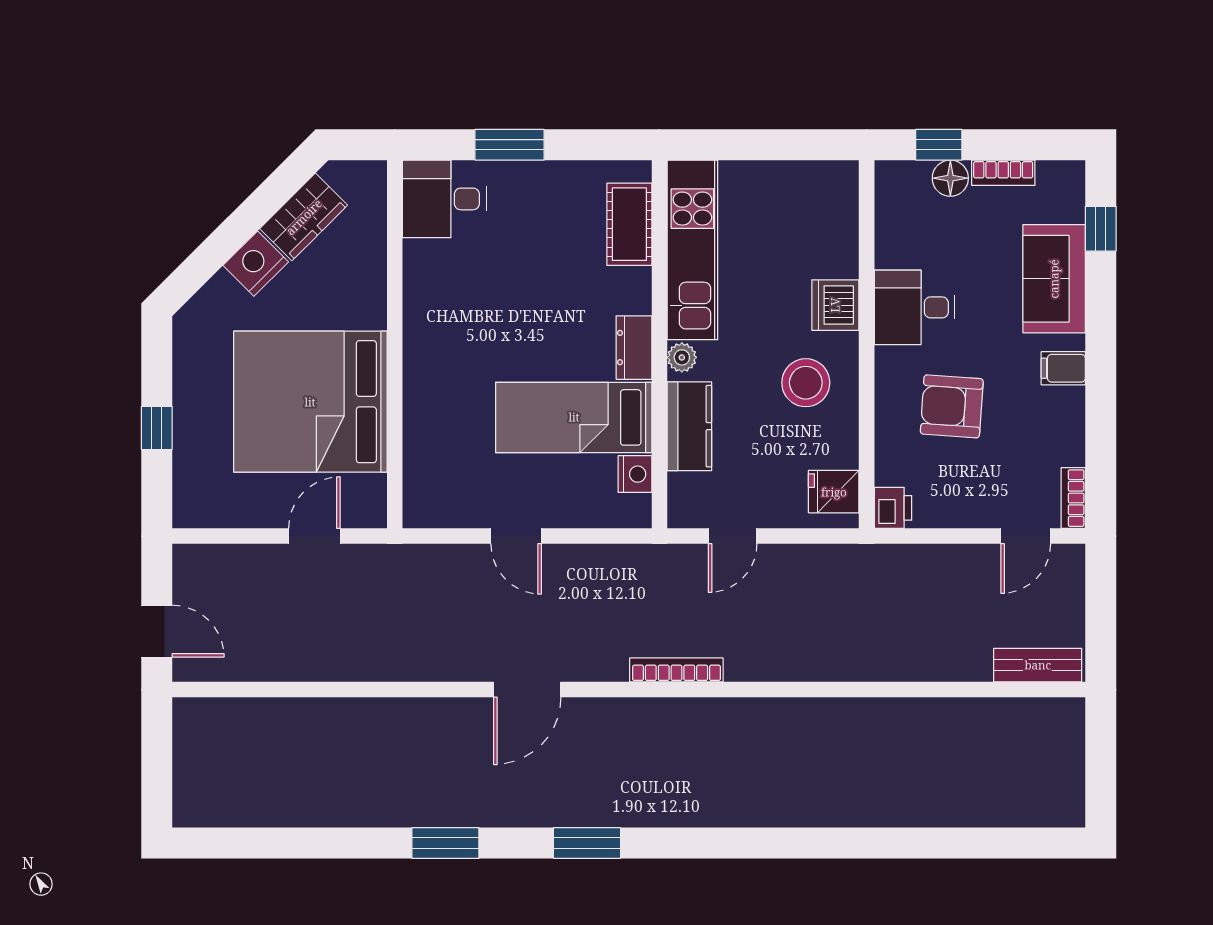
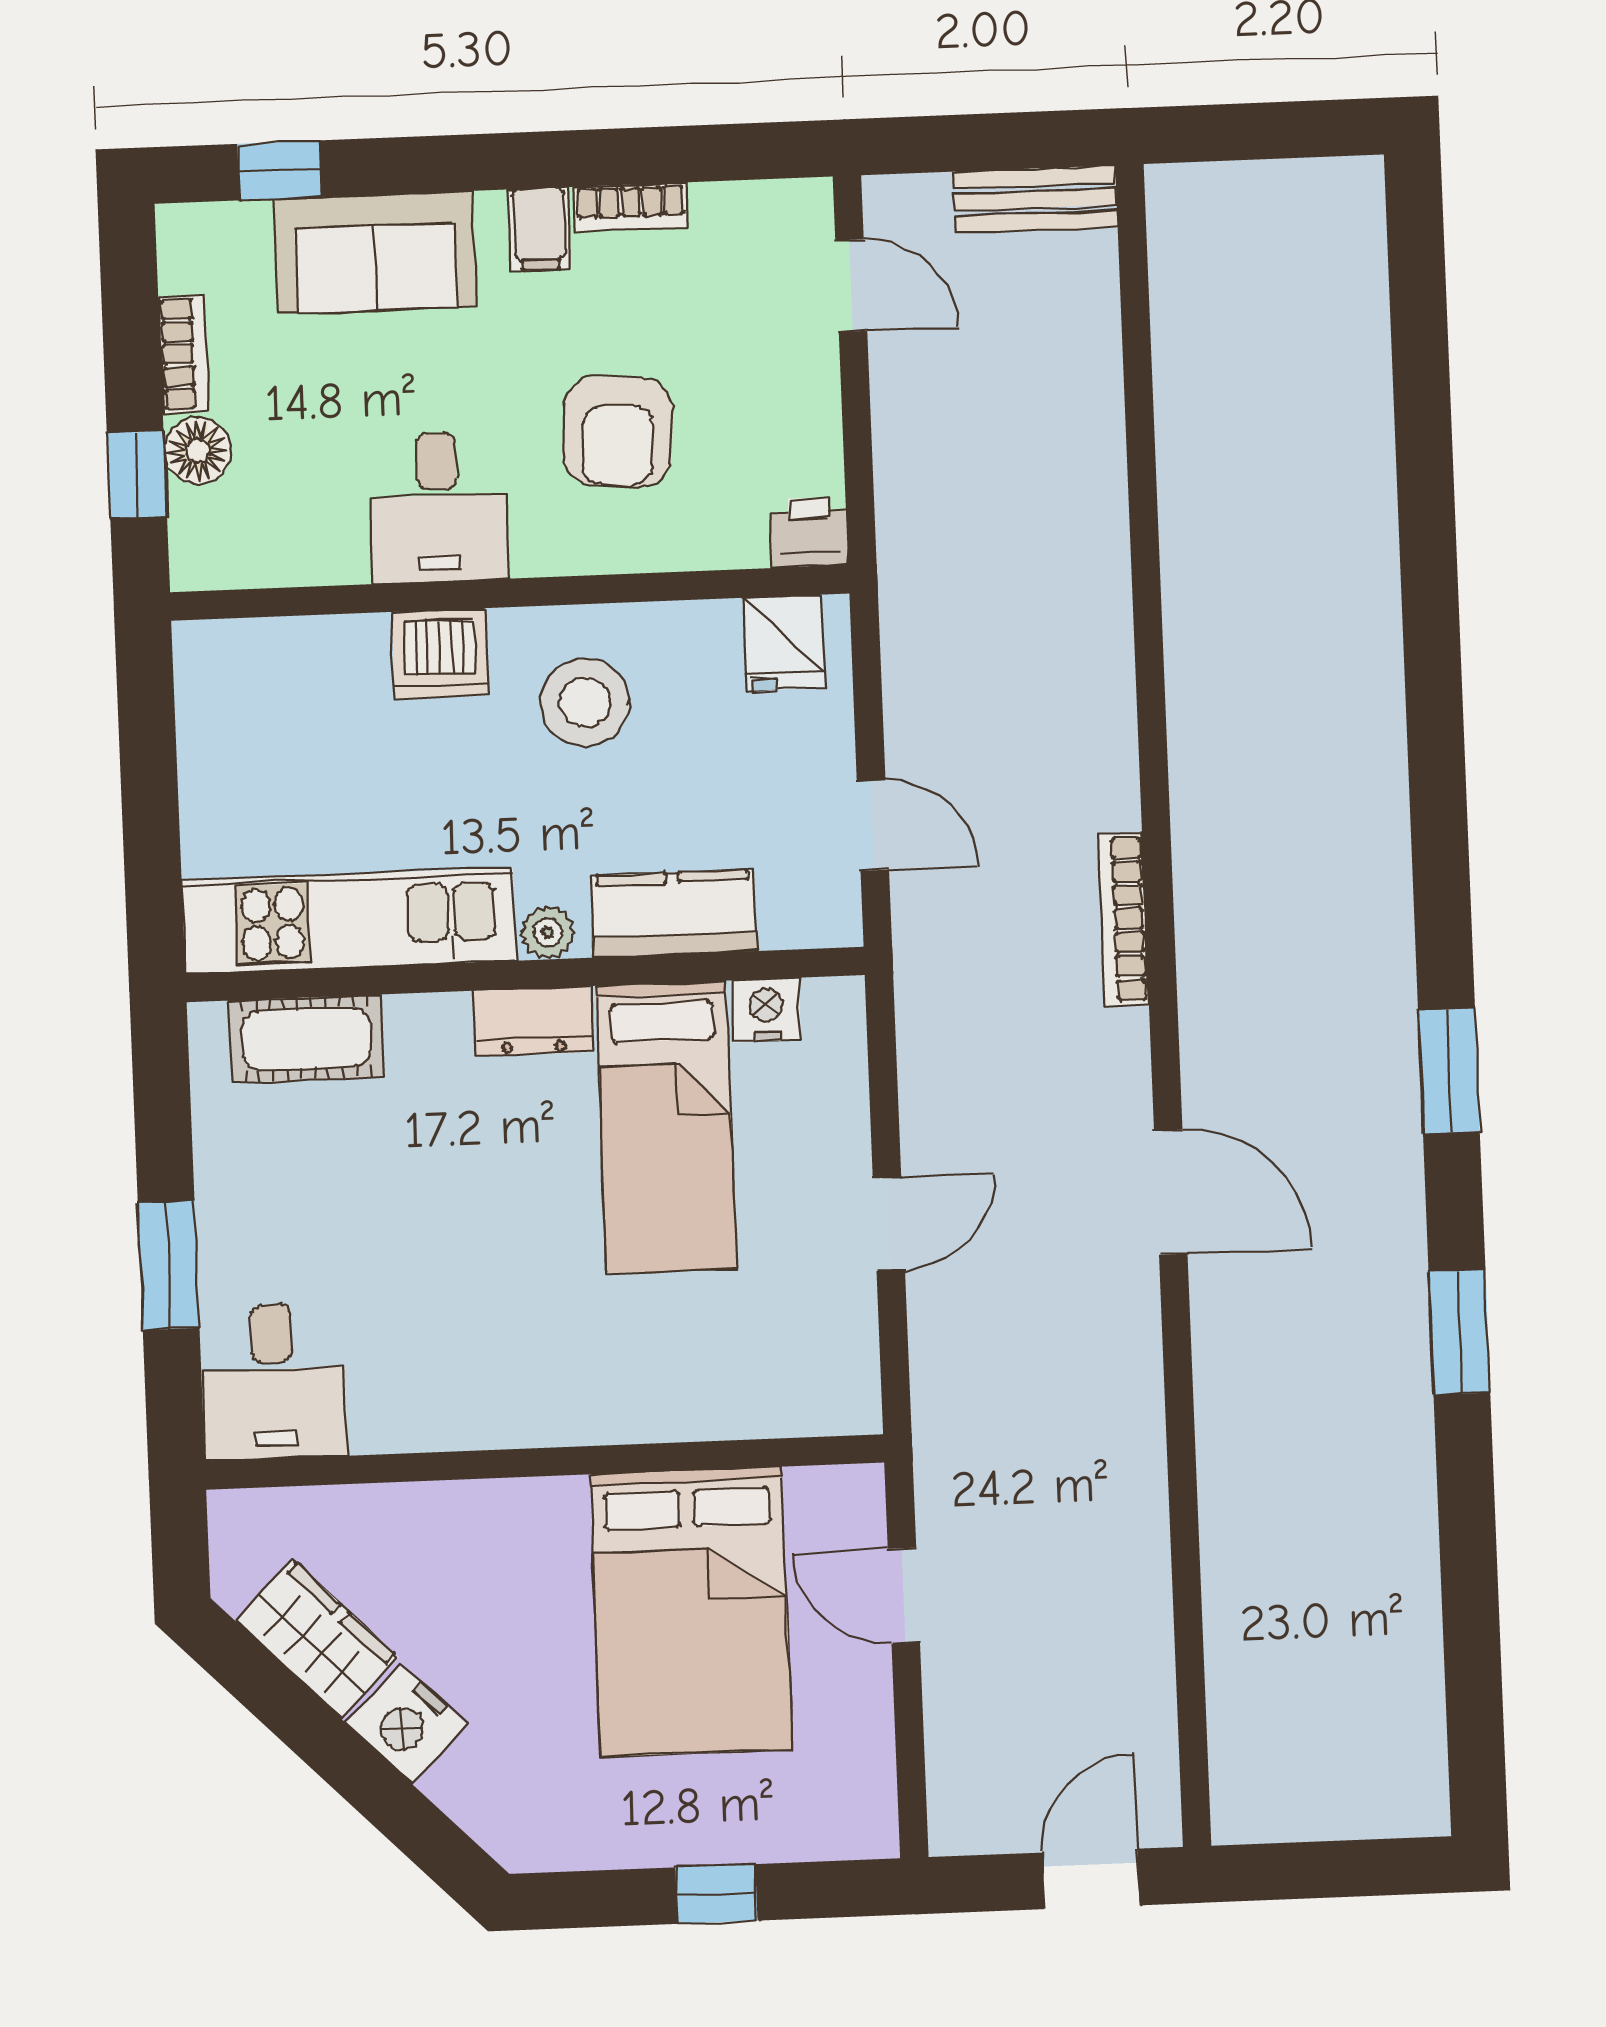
bed: (310, 402) -> (691, 1612), width x0.73
bookcase: (1073, 498) -> (631, 207), moved
bench: (1038, 665) -> (1036, 199), moved, turned 90

